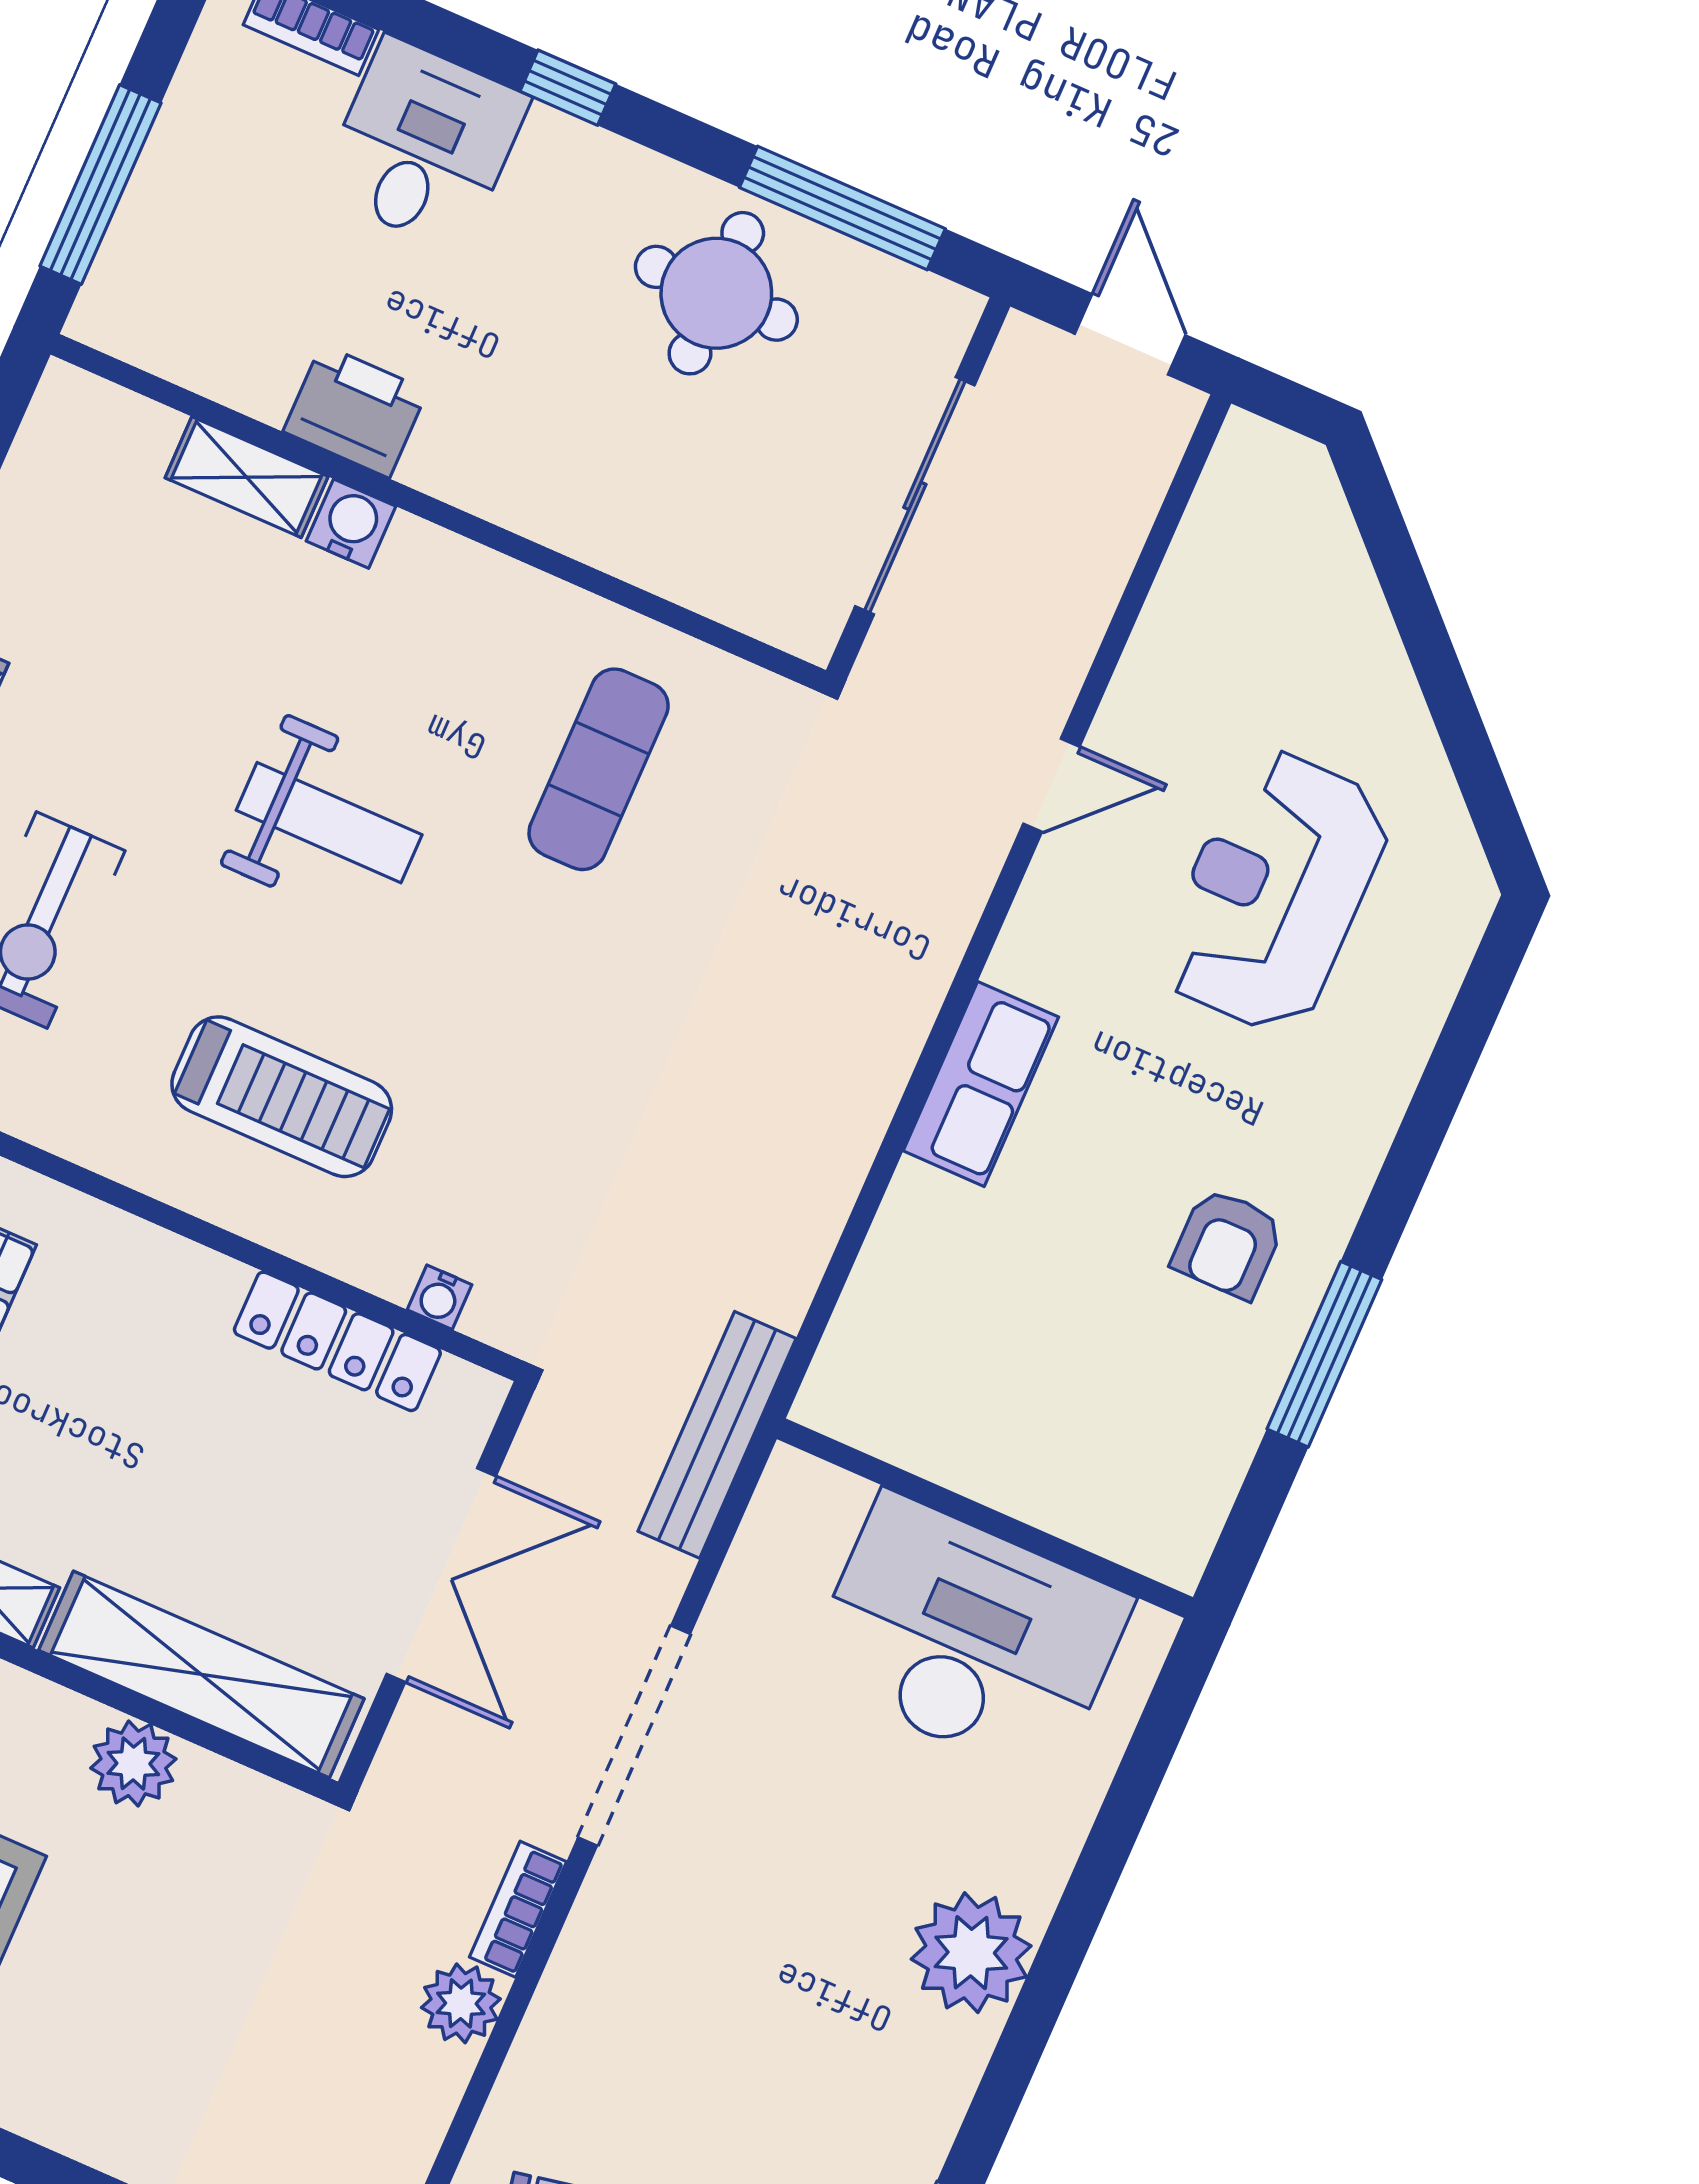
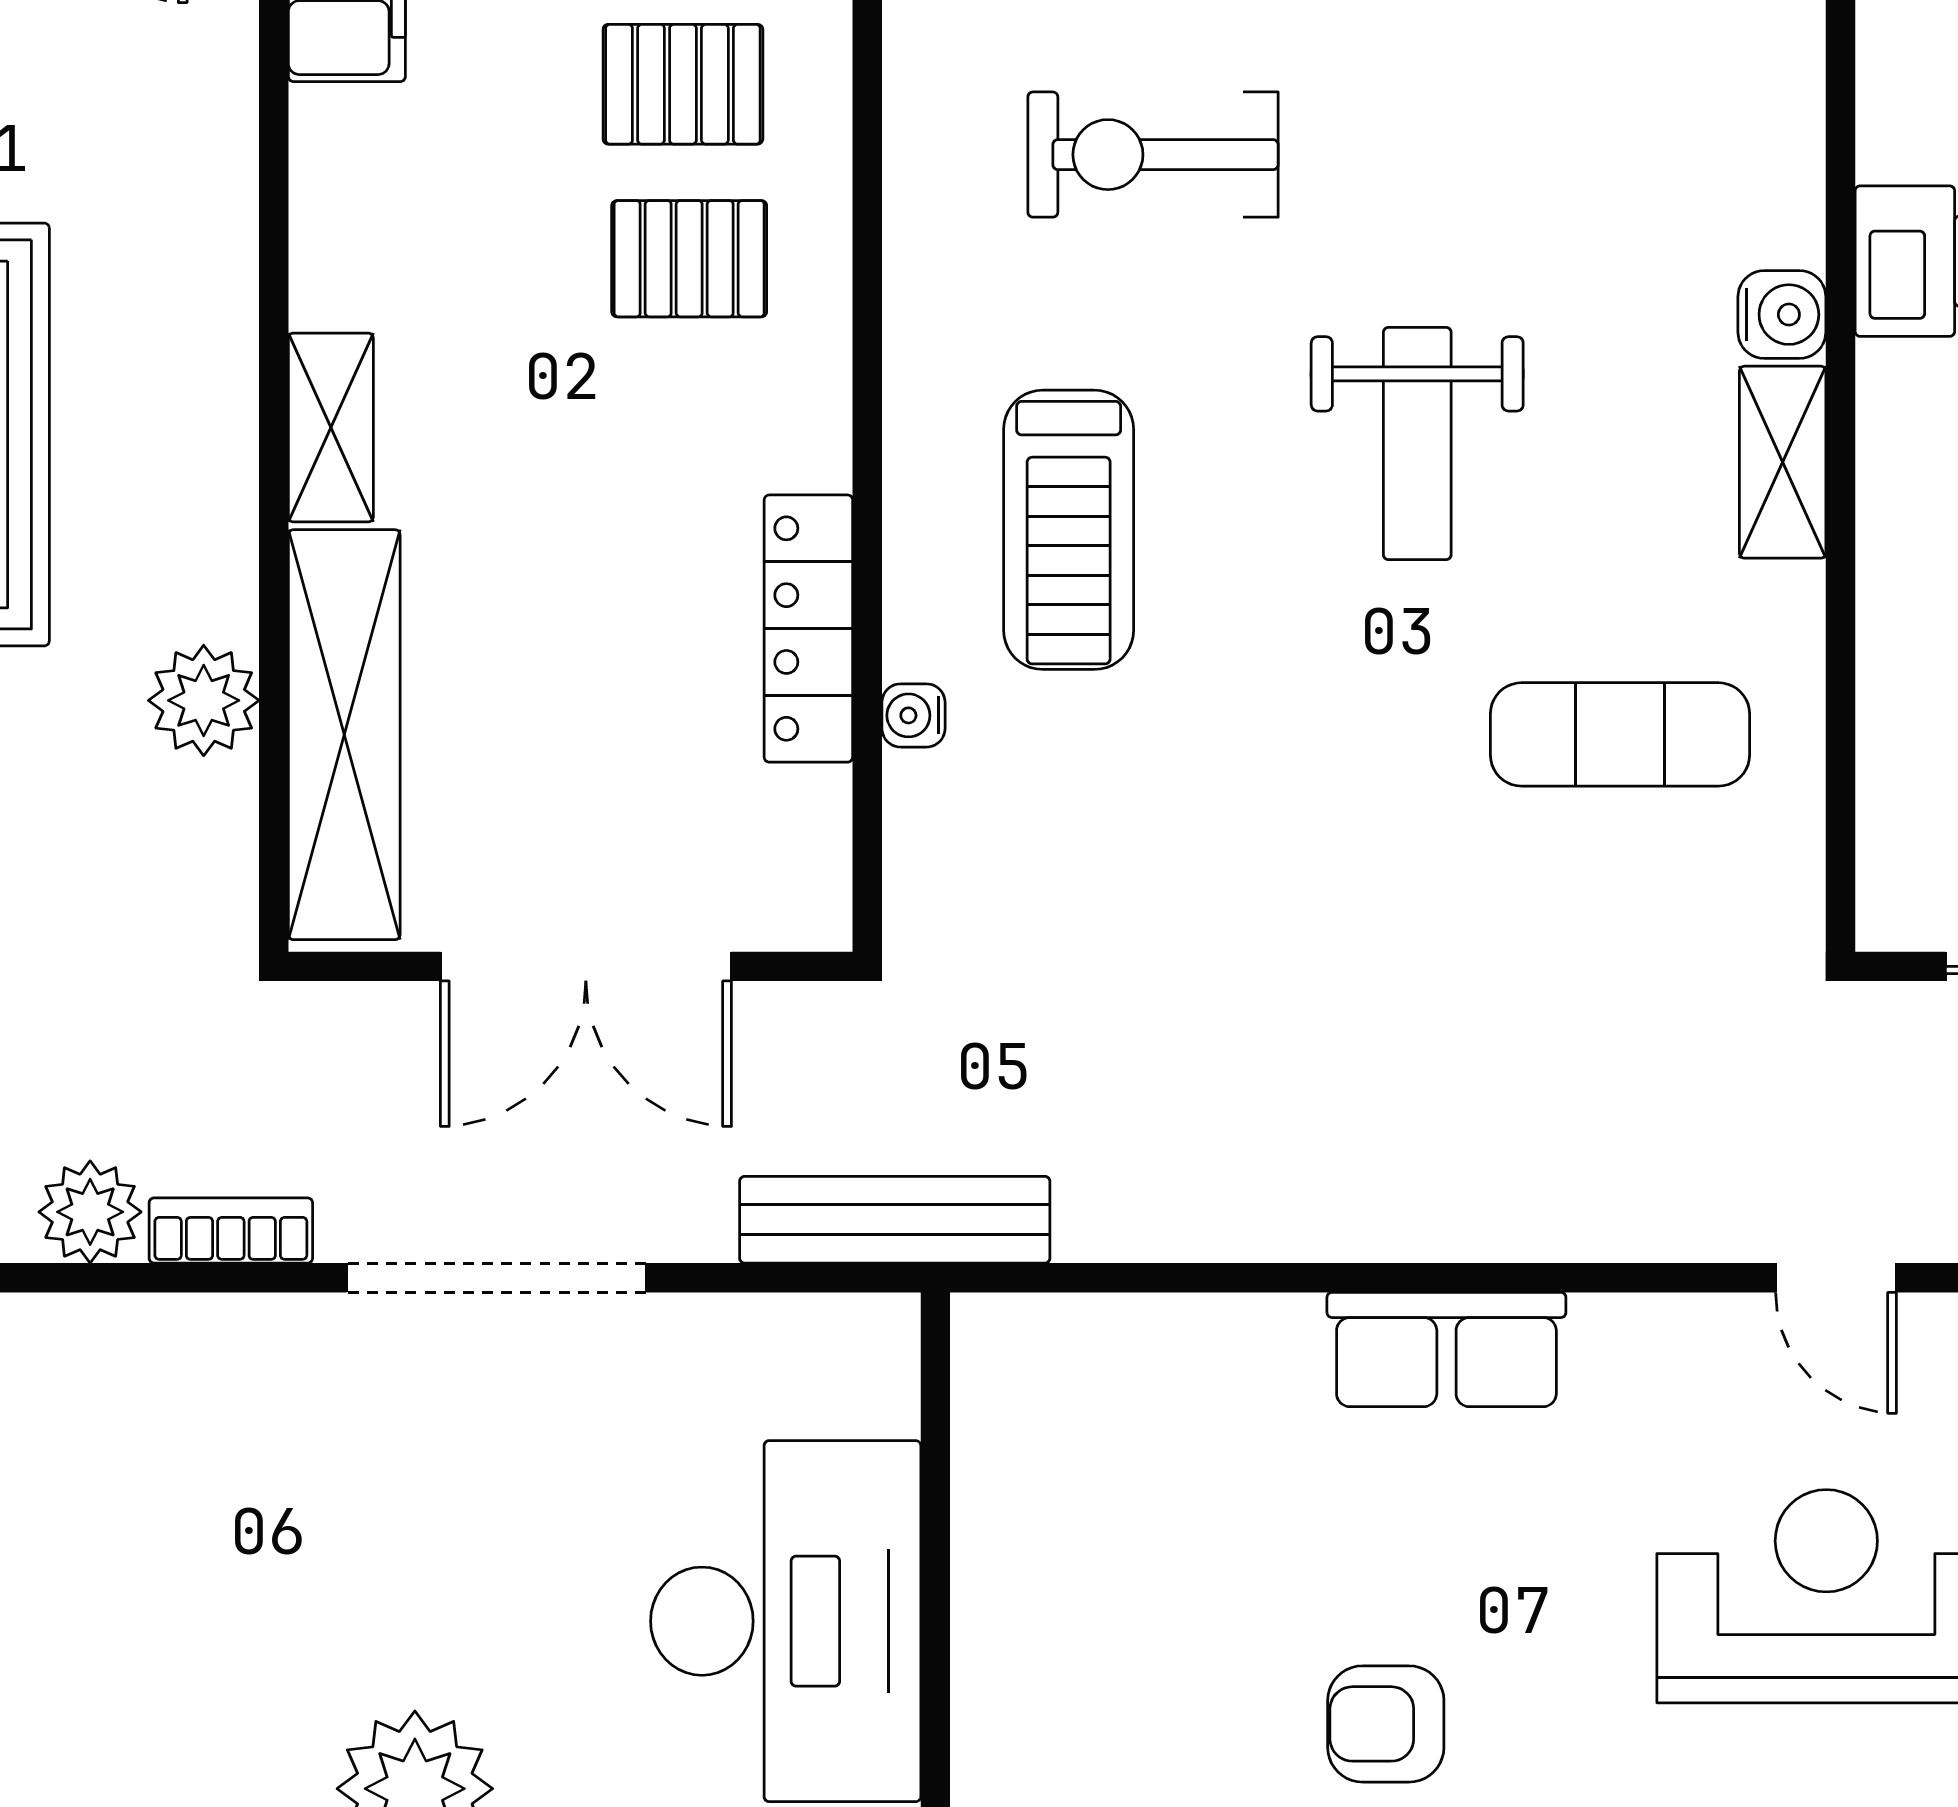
shelving: (247, 477) -> (1783, 462), moved
water cooler: (440, 1297) -> (914, 715), moved
locker: (337, 1341) -> (808, 629), moved

